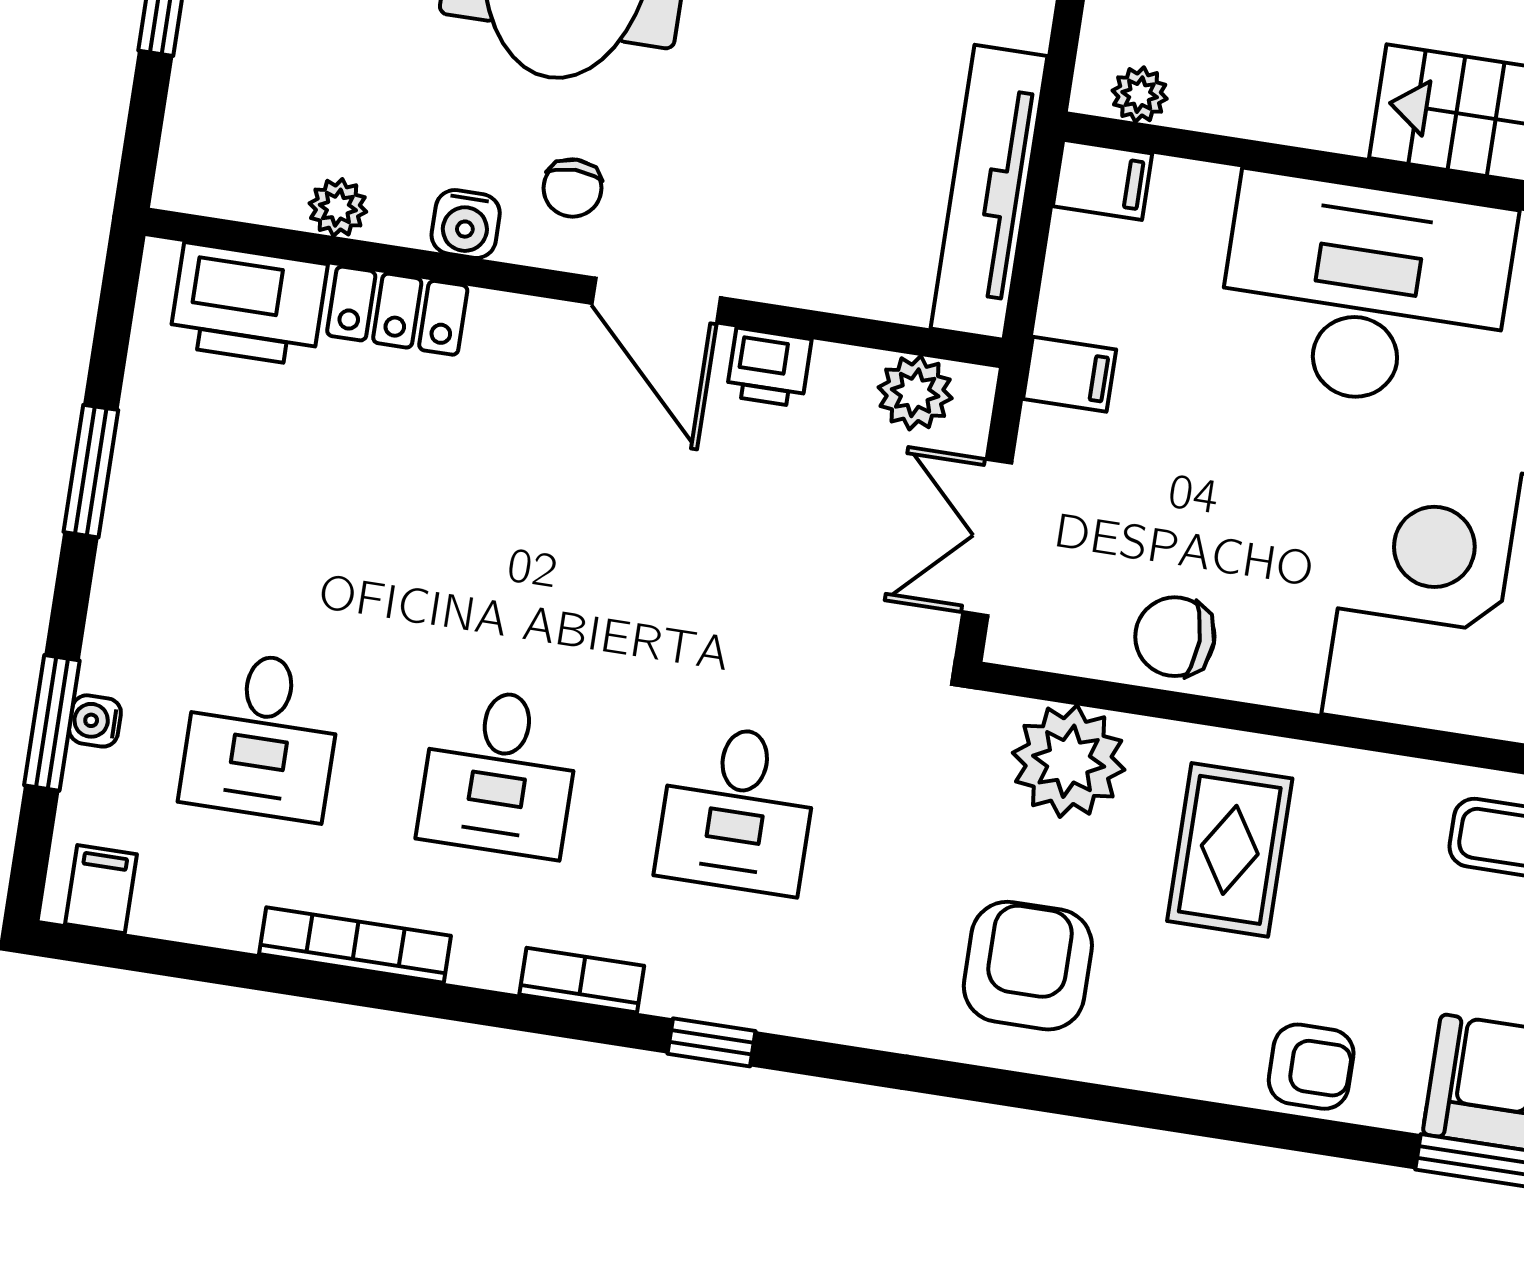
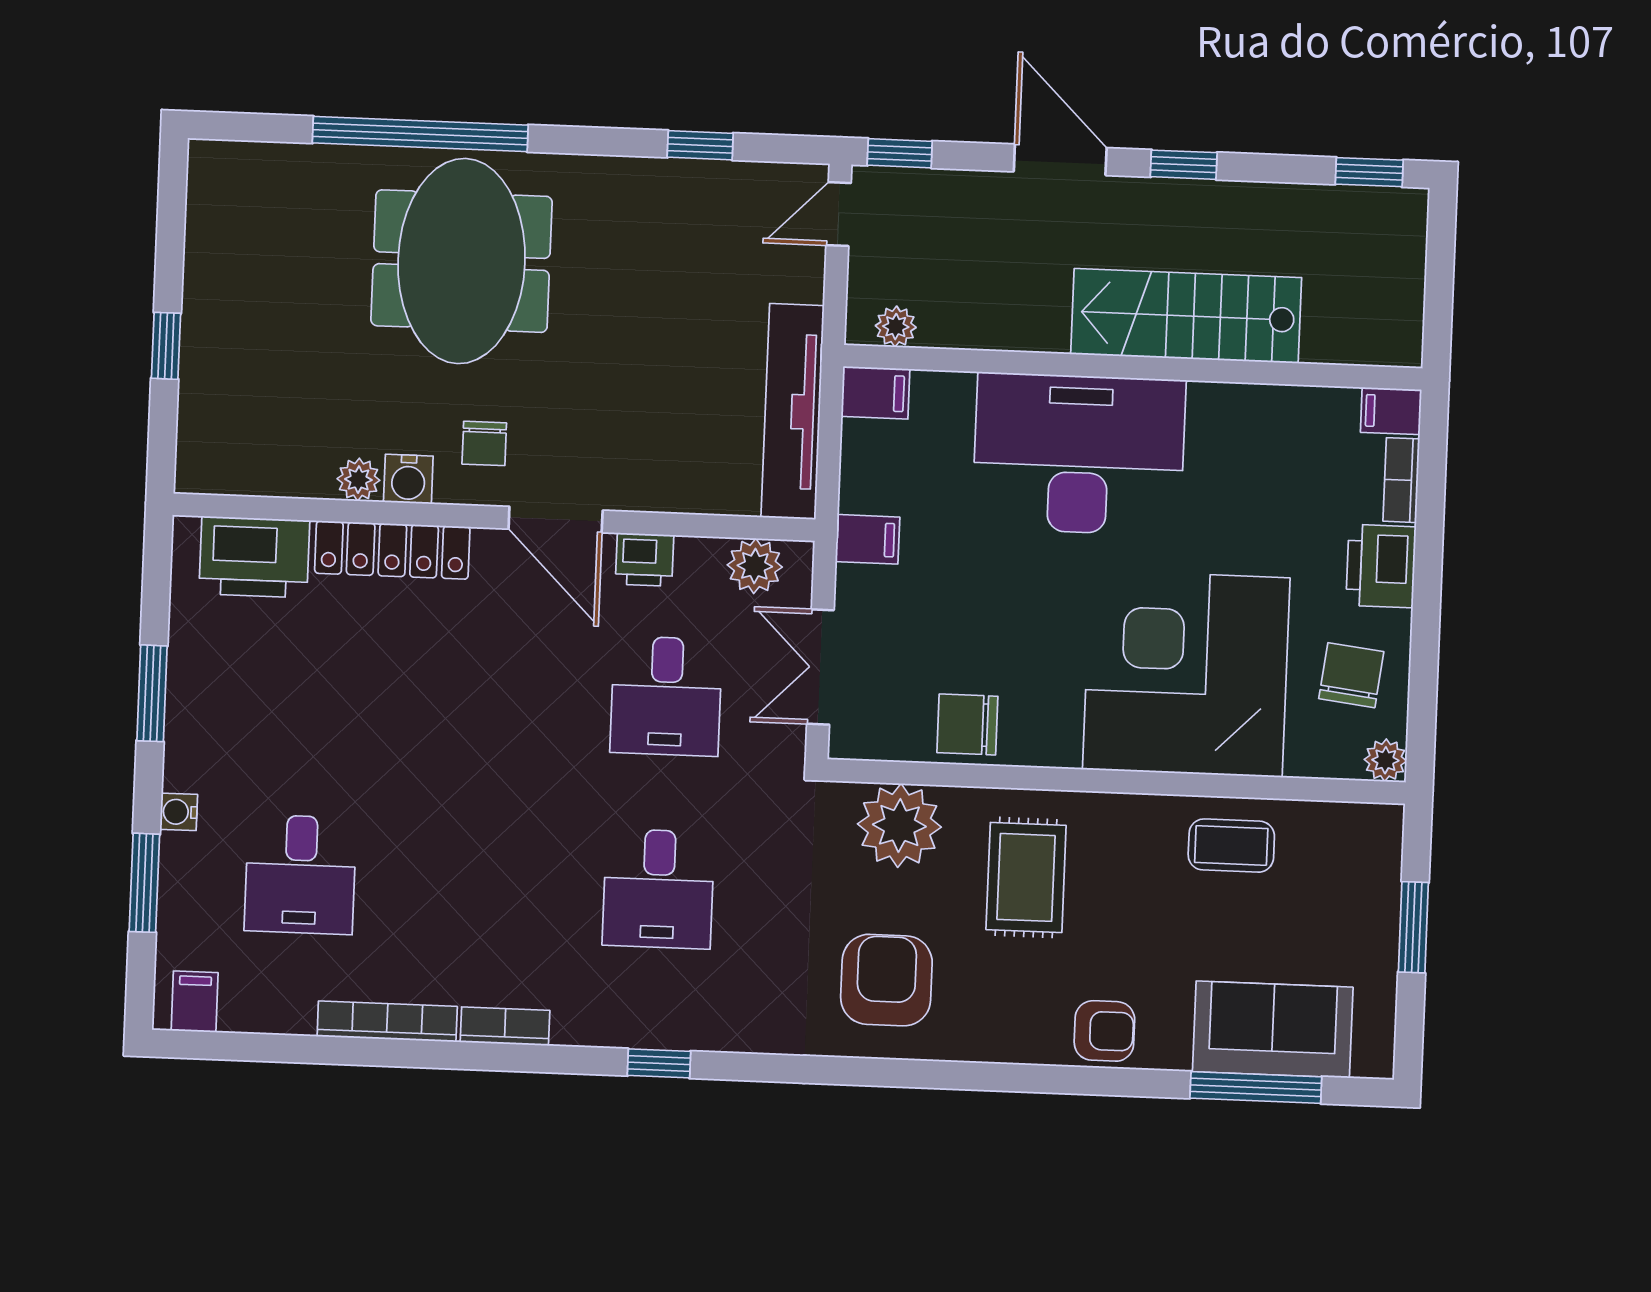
plant: (338, 208) -> (358, 480), moved
locker: (397, 311) -> (392, 550), width x1.53
water cooler: (95, 721) -> (179, 812), moved
desk: (499, 772) -> (666, 696), moved
bookcase: (582, 980) -> (505, 1026), moved

